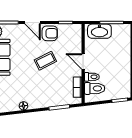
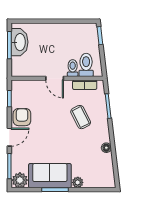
washbasin: (99, 31) -> (19, 42), moved
coffee table: (45, 61) -> (81, 117), moved
door: (83, 61) -> (55, 78), hinge flipped

